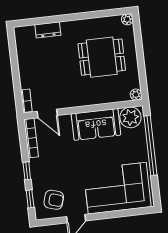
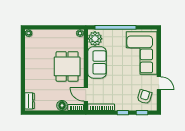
dresser: (48, 30) -> (30, 101), moved
dining table: (102, 57) -> (67, 66), moved
floor lamp: (27, 80) -> (62, 105), added
door: (47, 113) -> (86, 94), swing flipped

